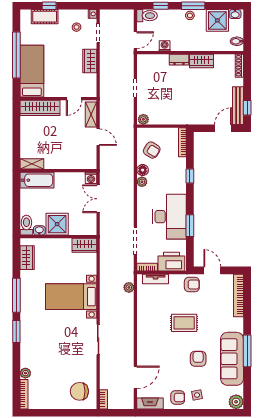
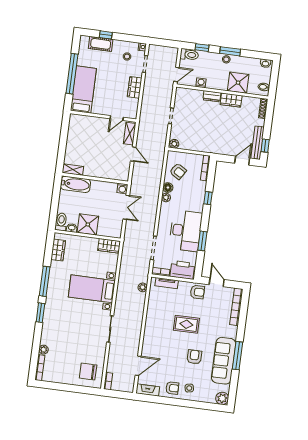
shower: (217, 20) -> (238, 83), moved
wardrobe: (40, 108) -> (86, 122), removed
double door: (98, 199) -> (126, 207), swing flipped

